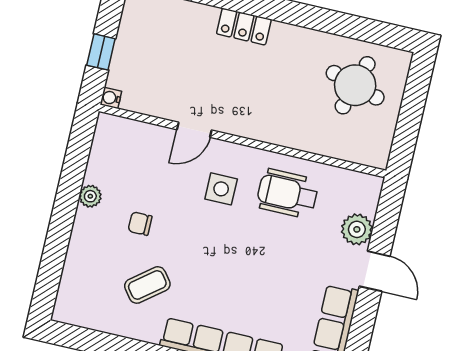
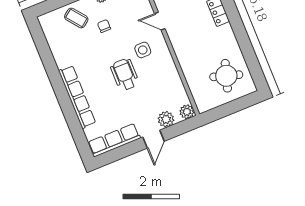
plant: (368, 188) -> (187, 112), added
wheelchair: (287, 193) -> (125, 75), moved
coffee table: (147, 285) -> (76, 18), moved

